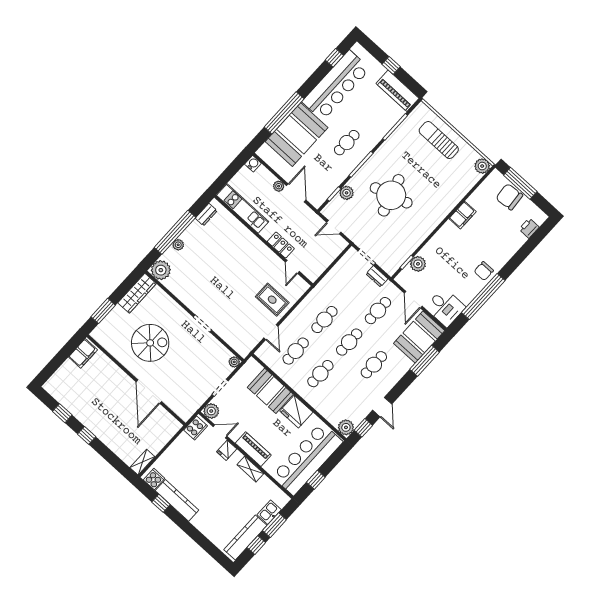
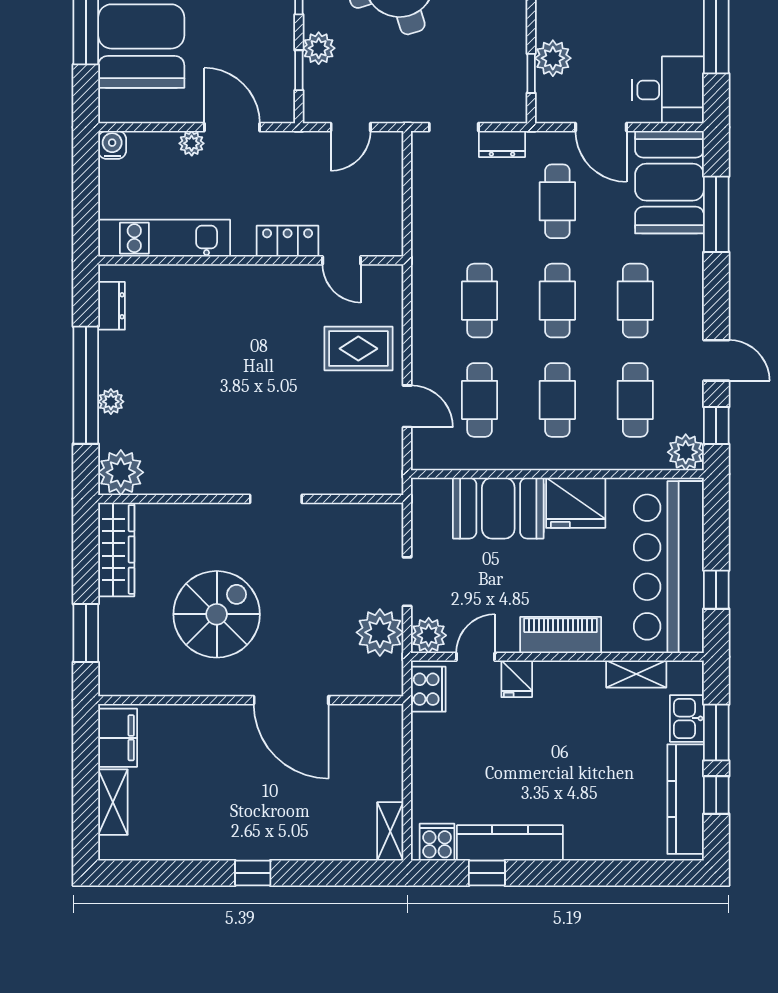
plant: (234, 362) -> (380, 632), moved, width x1.87, depth x1.87
shelving: (63, 372) -> (113, 802), added
cafe table: (345, 396) -> (635, 400), added
window: (62, 413) -> (176, 873), removed
shelving: (250, 469) -> (636, 674), moved

